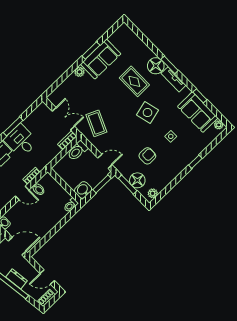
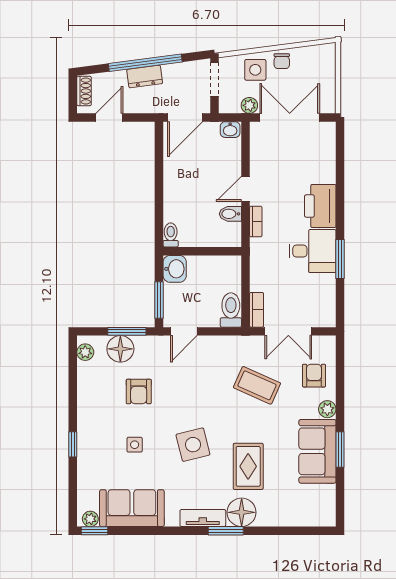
rug: (134, 81) -> (248, 466), turned 90
armchair: (71, 91) -> (314, 376), added
window: (200, 96) -> (94, 531), moved
coffee table: (96, 123) -> (257, 385), moved

